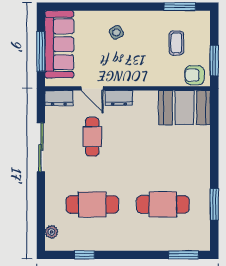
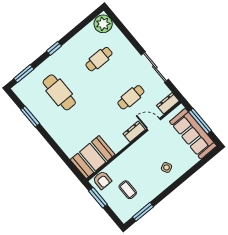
armchair: (195, 75) -> (102, 180), turned 90
cafe table: (92, 137) -> (131, 97), turned 90
cafe table: (92, 204) -> (99, 59), width x0.73, depth x0.74
cafe table: (163, 204) -> (59, 92), turned 90
plant: (51, 232) -> (103, 24), width x1.87, depth x1.87
window: (84, 255) -> (54, 48), moved

